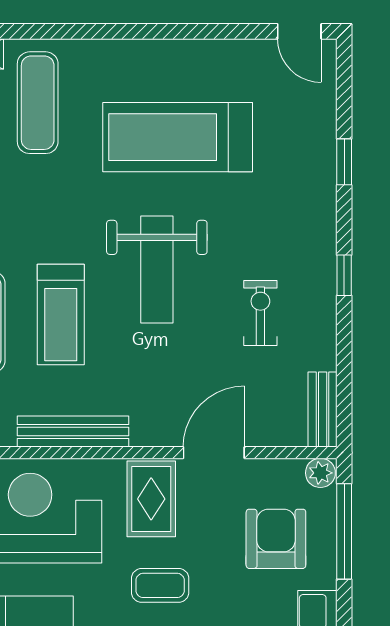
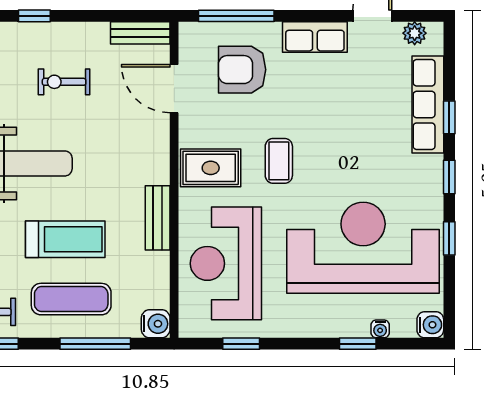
bench: (73, 432) -> (158, 218), width x0.73
door: (214, 453) -> (174, 89), moved
plant: (320, 473) -> (190, 35), removed

